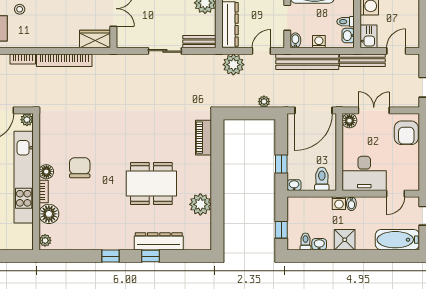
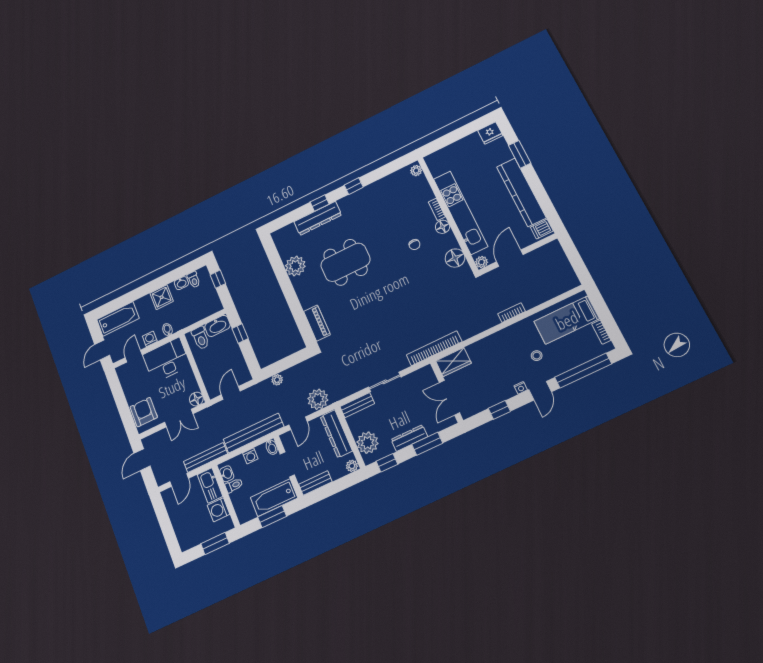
kitchen sink: (368, 36) -> (210, 485), width x1.38
bookcase: (64, 60) -> (434, 348), moved
door: (314, 110) -> (231, 393), width x0.53
chair: (80, 168) -> (414, 245), width x0.54, depth x0.54
washbasin: (294, 185) -> (217, 326), width x1.91, depth x1.45
washing machine: (339, 203) -> (150, 339), moved
floor lamp: (49, 214) -> (455, 258), moved

